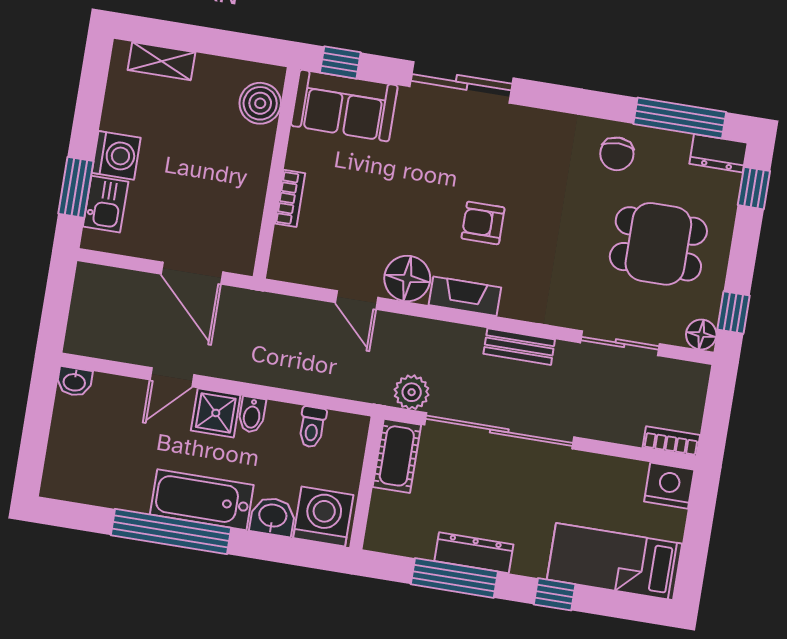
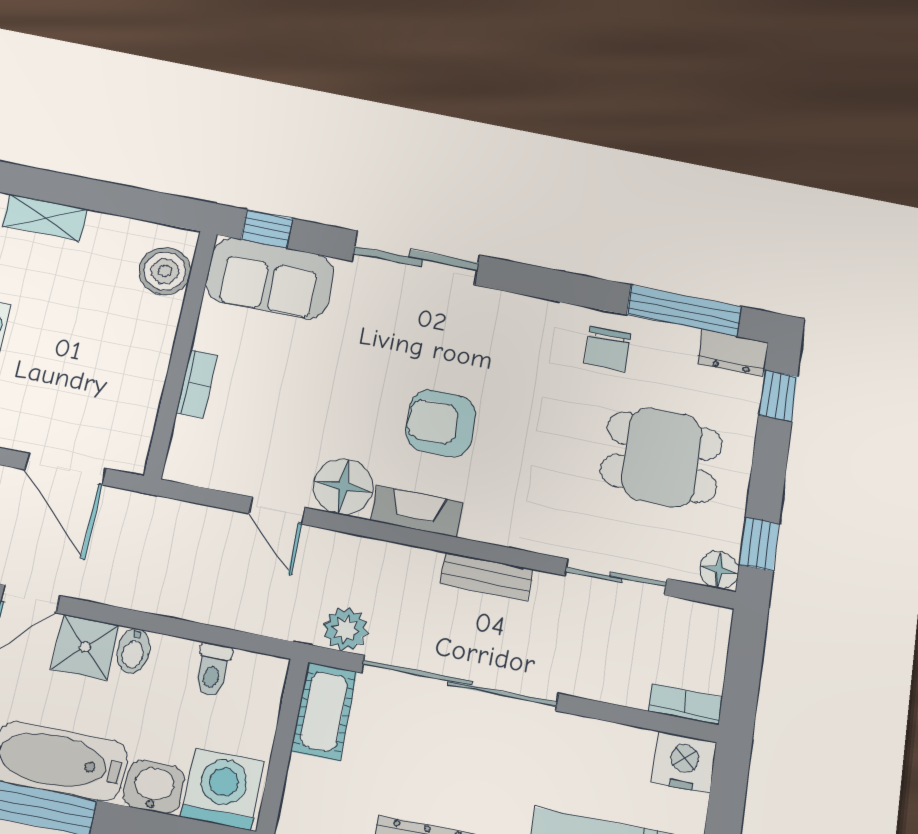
armchair: (483, 223) -> (441, 423), width x1.38, depth x1.38

